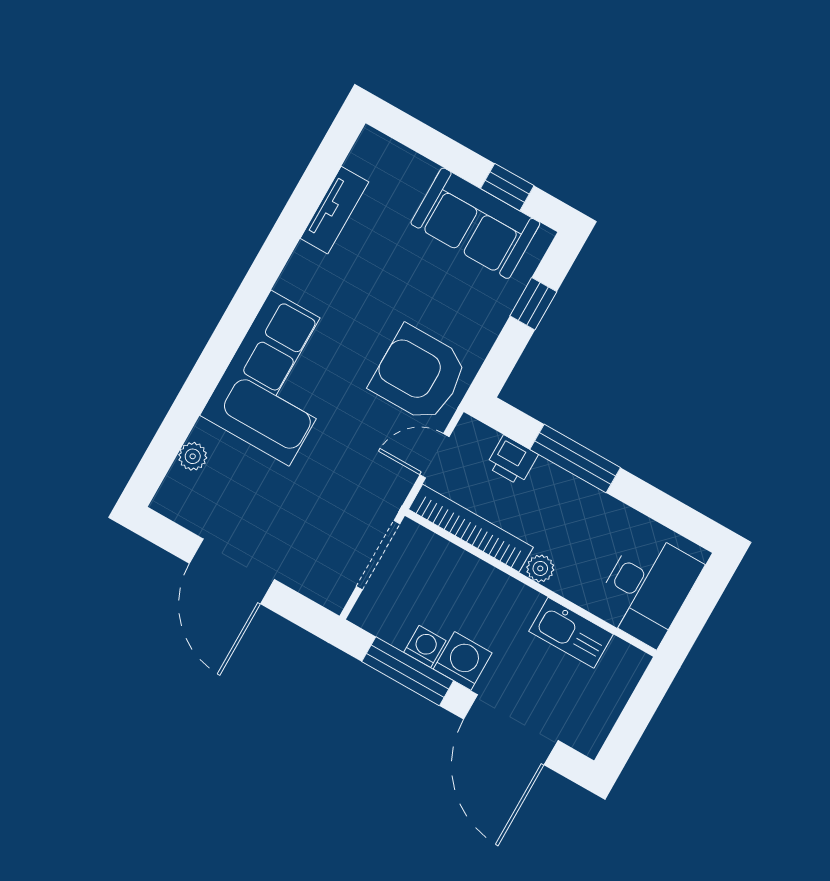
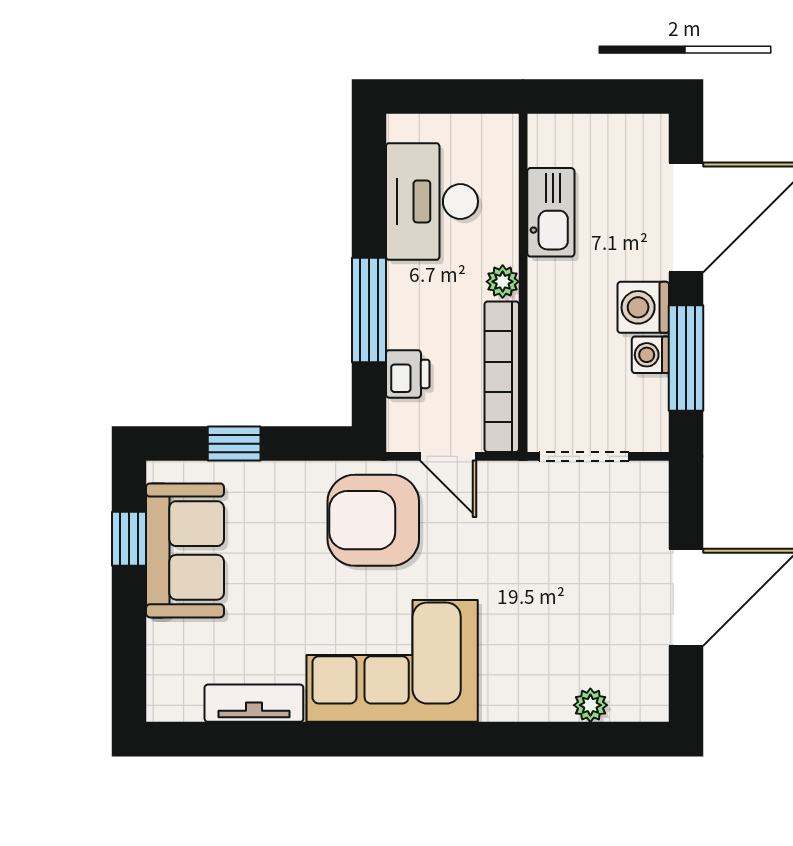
armchair: (419, 374) -> (373, 520), turned 90
corner sofa: (280, 378) -> (392, 661), moved
desk: (647, 588) -> (432, 201), moved, turned -90

